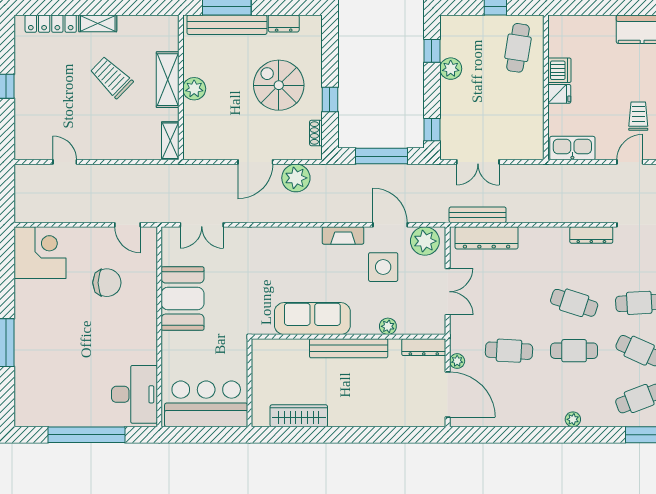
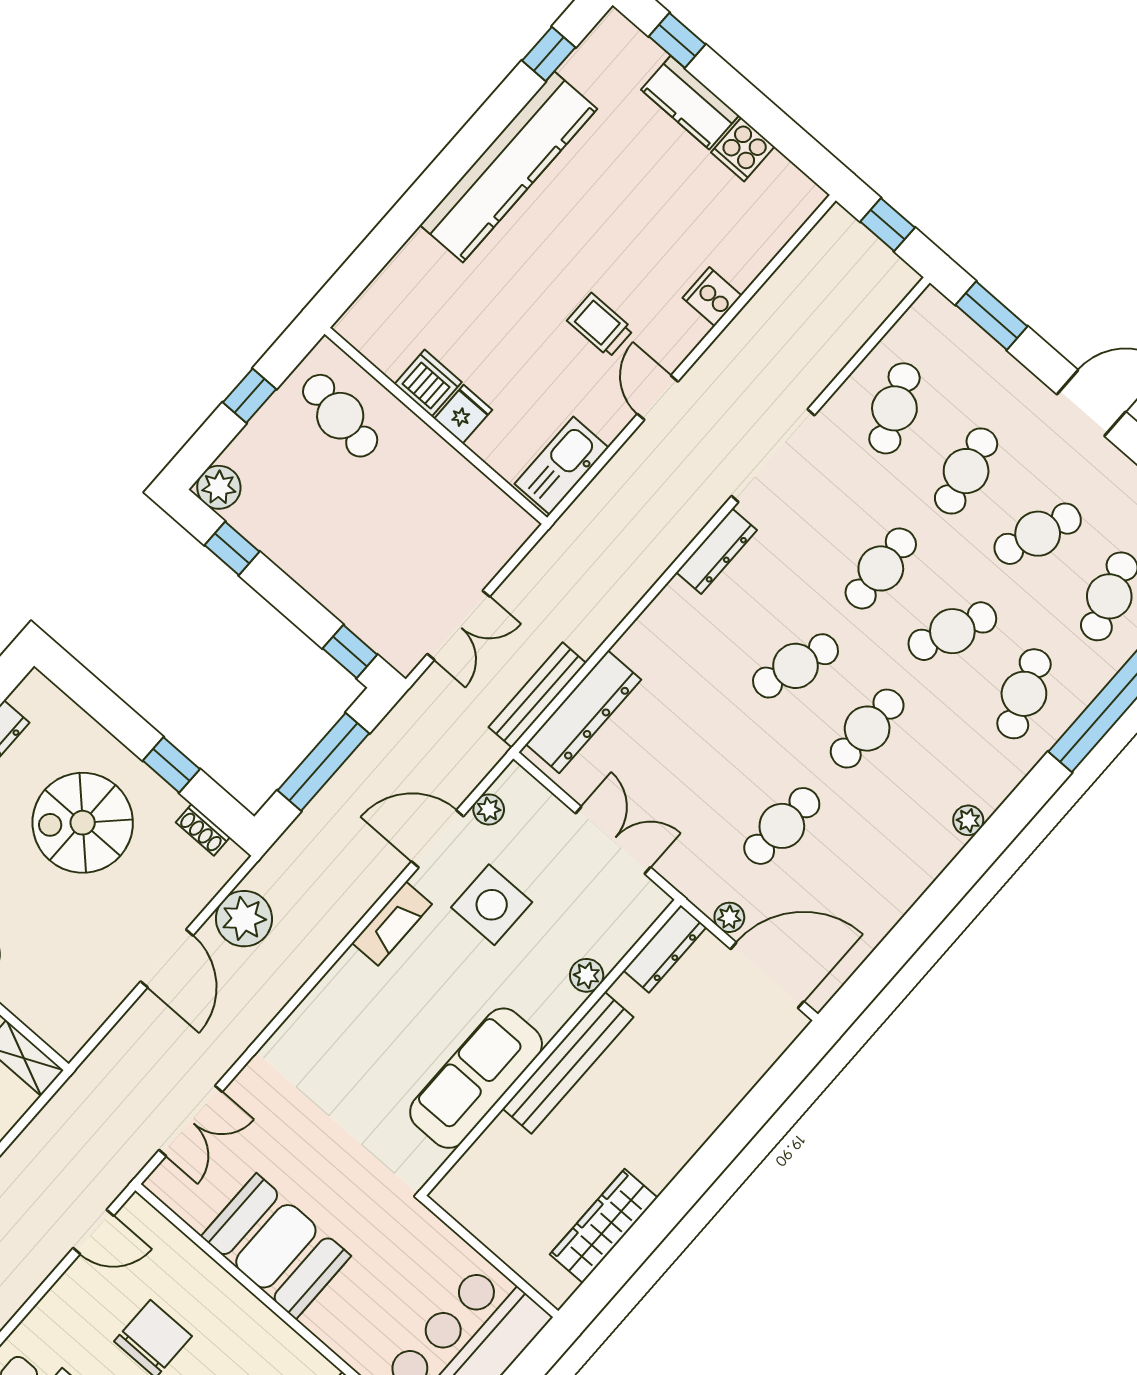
plant: (451, 69) -> (219, 487), moved
plant: (425, 241) -> (489, 809), width x0.53, depth x0.53

